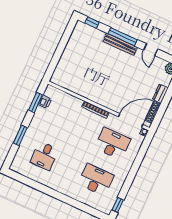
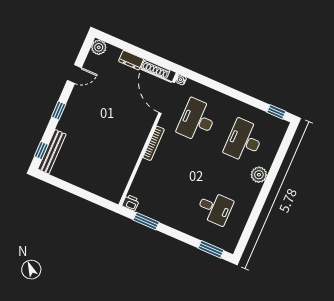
window: (123, 37) -> (59, 111), width x0.46
bench: (120, 44) -> (52, 152), moved
printer: (45, 102) -> (131, 203), moved
window: (20, 135) -> (211, 249), moved
plant: (69, 190) -> (259, 175), added

